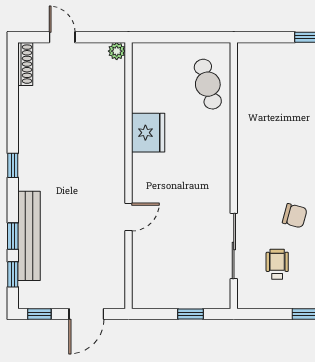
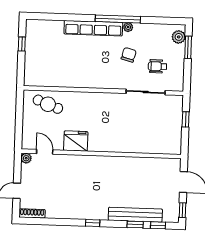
cafe table: (208, 84) -> (48, 104), turned 37
door: (128, 217) -> (45, 152), moved

